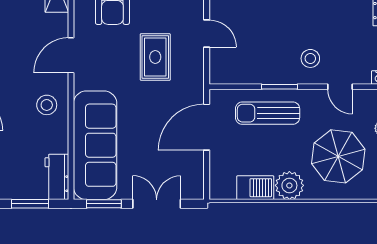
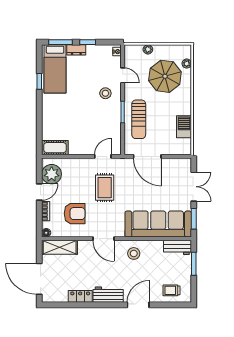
door: (207, 34) -> (103, 156), moved
rug: (155, 57) -> (105, 188), turned 90
door: (340, 87) -> (123, 75), hinge flipped
plant: (289, 185) -> (187, 64), moved, width x0.53, depth x0.53
double door: (157, 204) -> (194, 187), swing flipped

